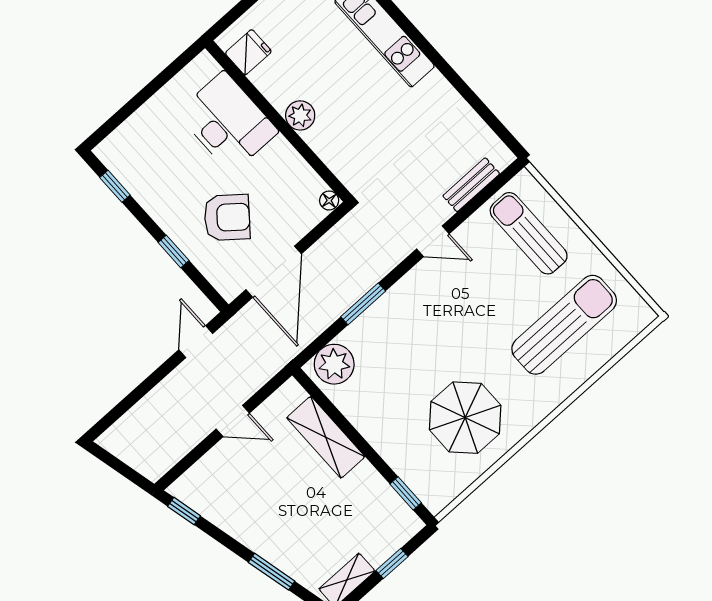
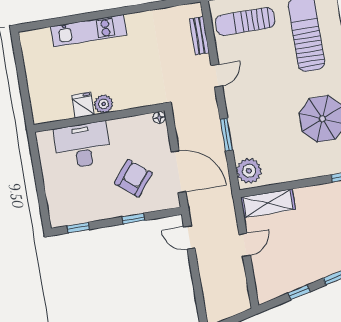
fridge: (248, 52) -> (83, 105), moved
shelving: (326, 437) -> (268, 203), moved
window: (184, 511) -> (299, 292), moved

